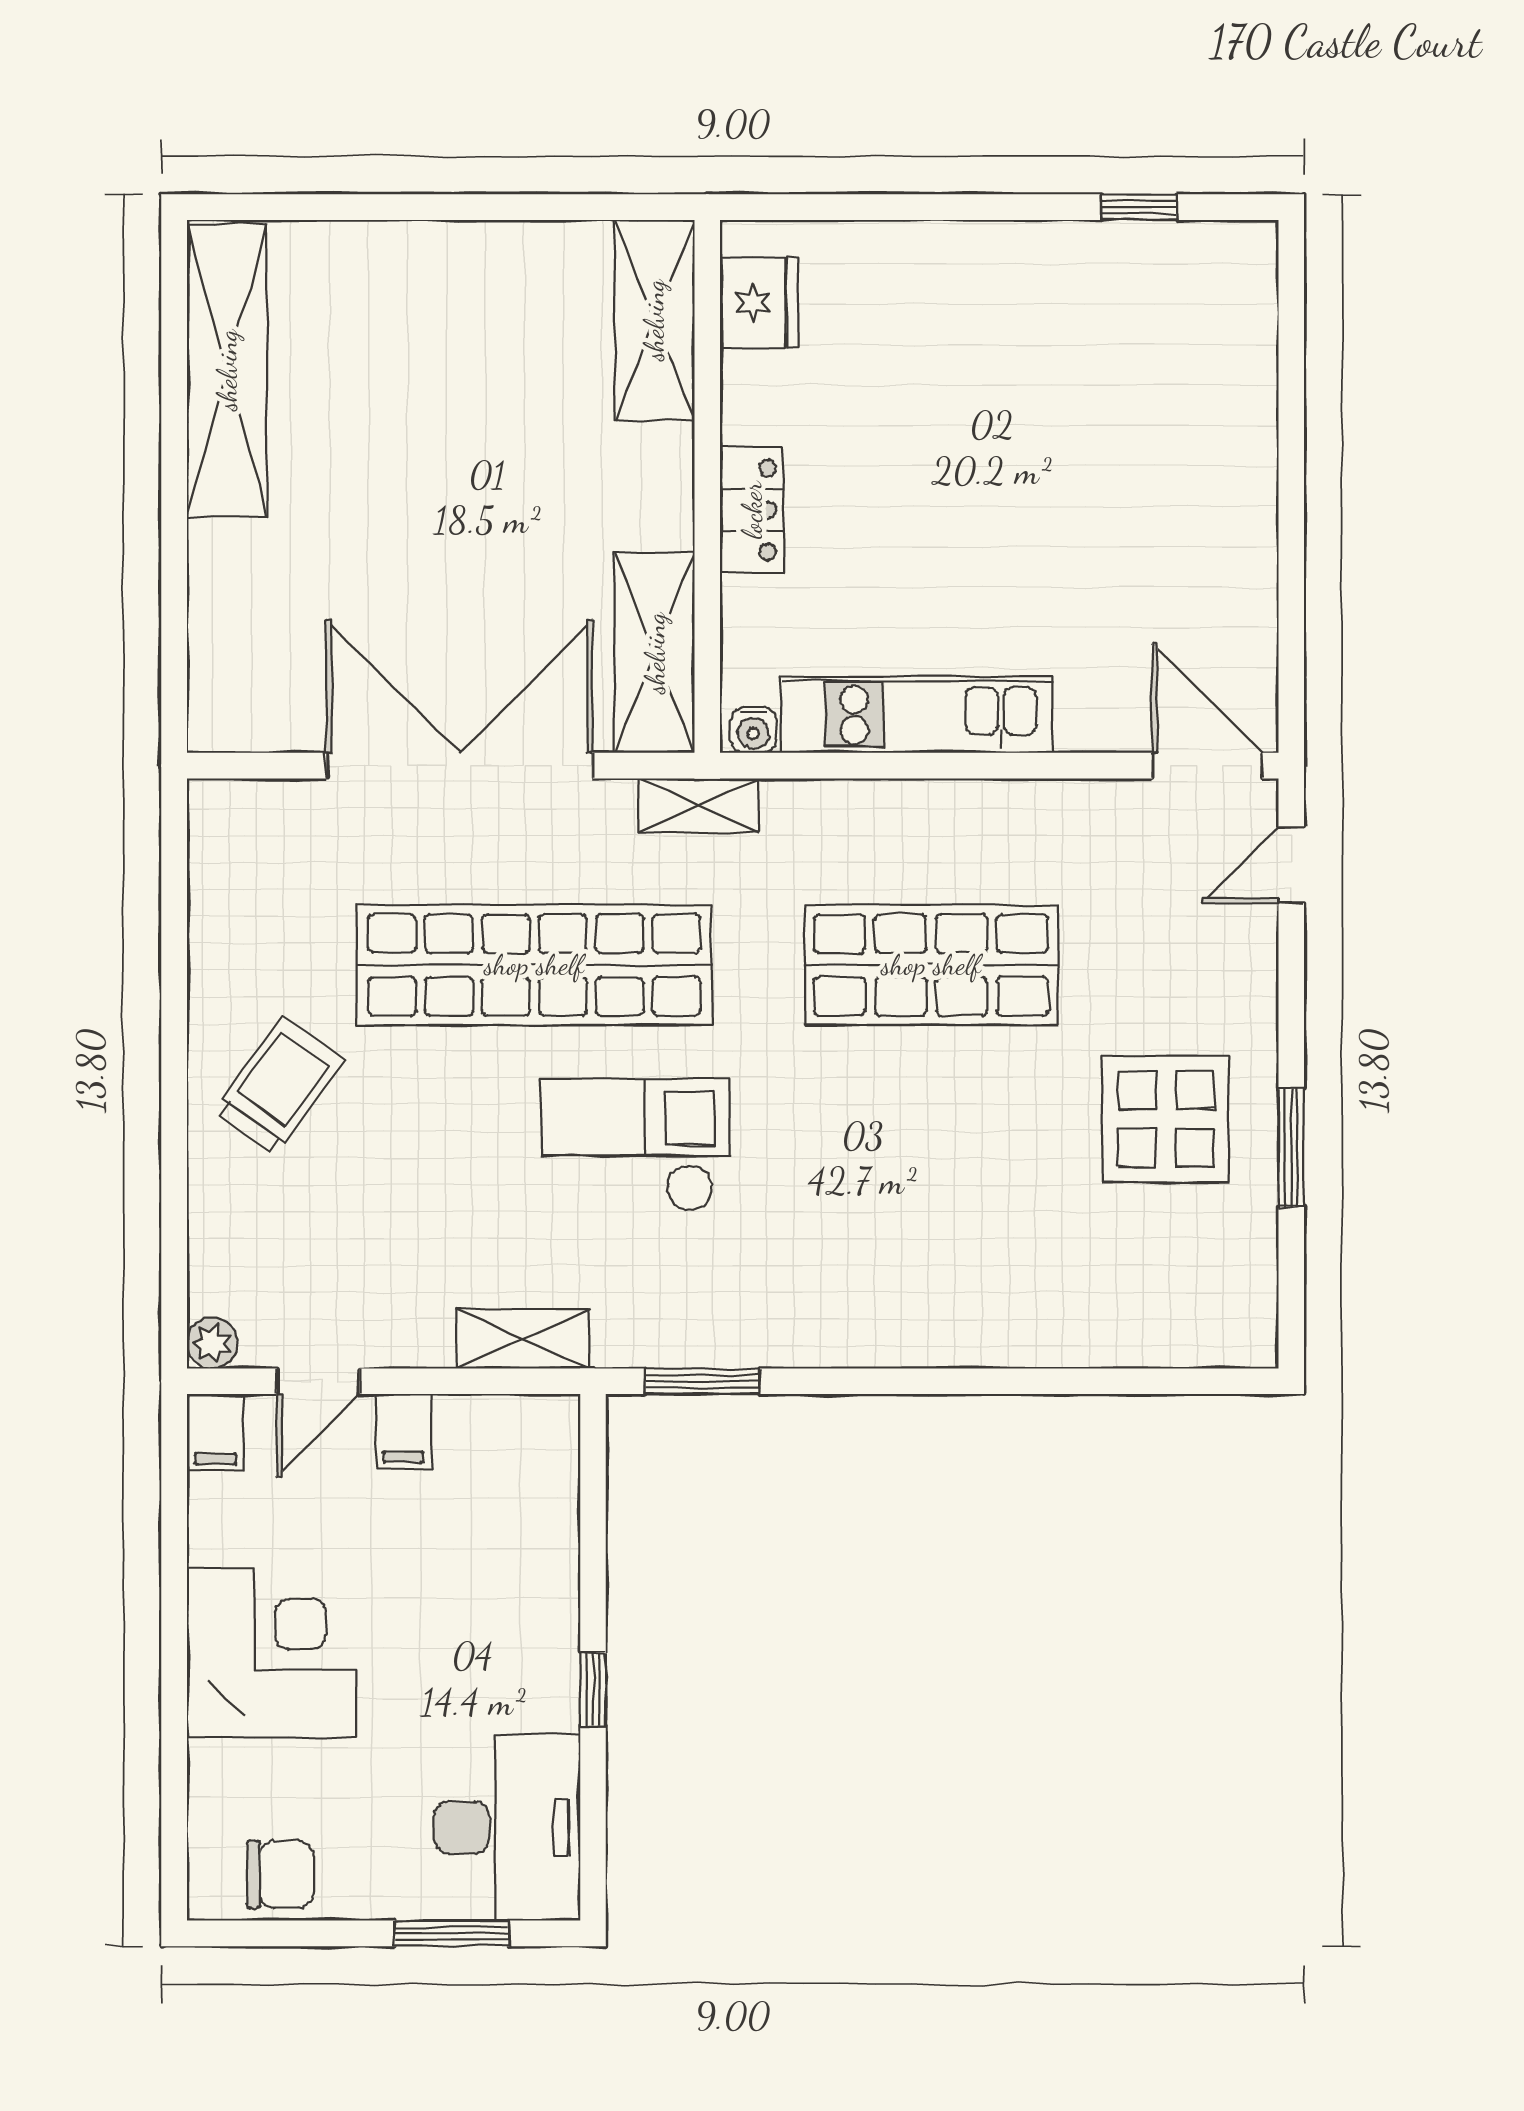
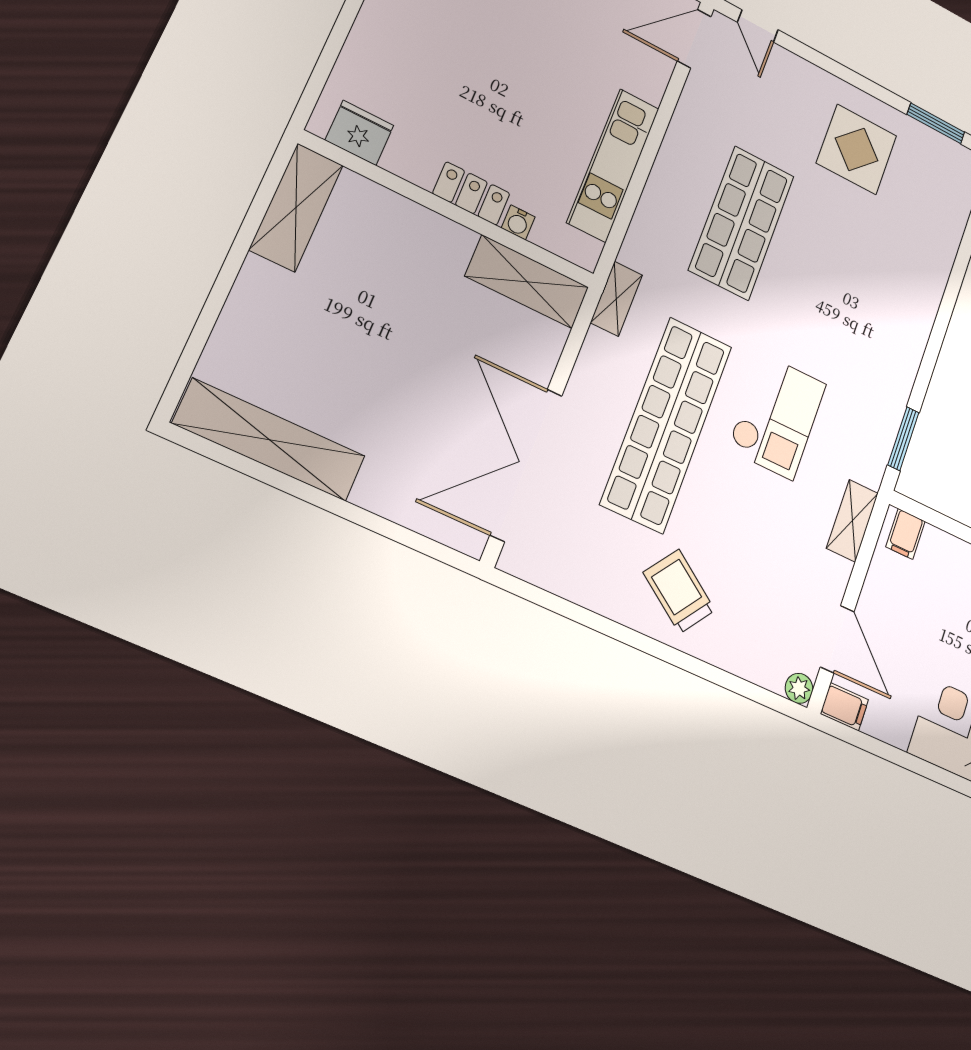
shelving: (654, 320) -> (296, 207), moved, turned 90
water cooler: (753, 730) -> (518, 222), moved, turned 90
double door: (459, 766) -> (526, 465), moved
checkout: (635, 1145) -> (777, 416), turned 180
window: (1291, 1147) -> (936, 123), moved
door: (318, 1381) -> (837, 639), width x1.38
filing cabinet: (404, 1431) -> (906, 534), moved, turned 90

